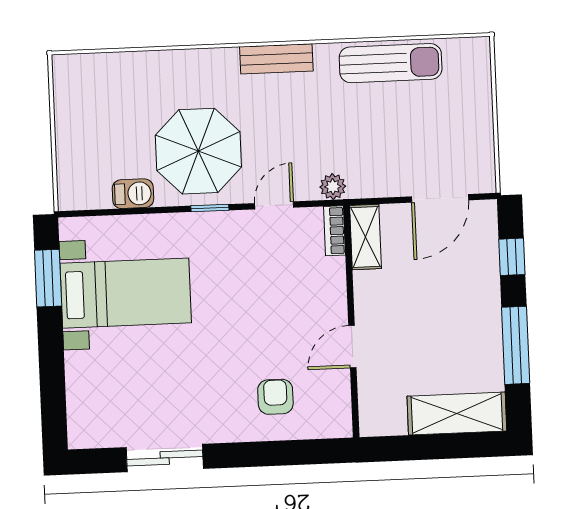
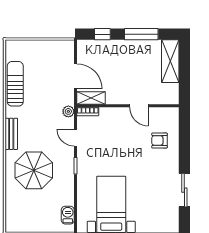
parasol: (198, 151) -> (34, 170), moved
barbecue: (133, 194) -> (68, 215), moved
door: (440, 198) -> (75, 76), moved

